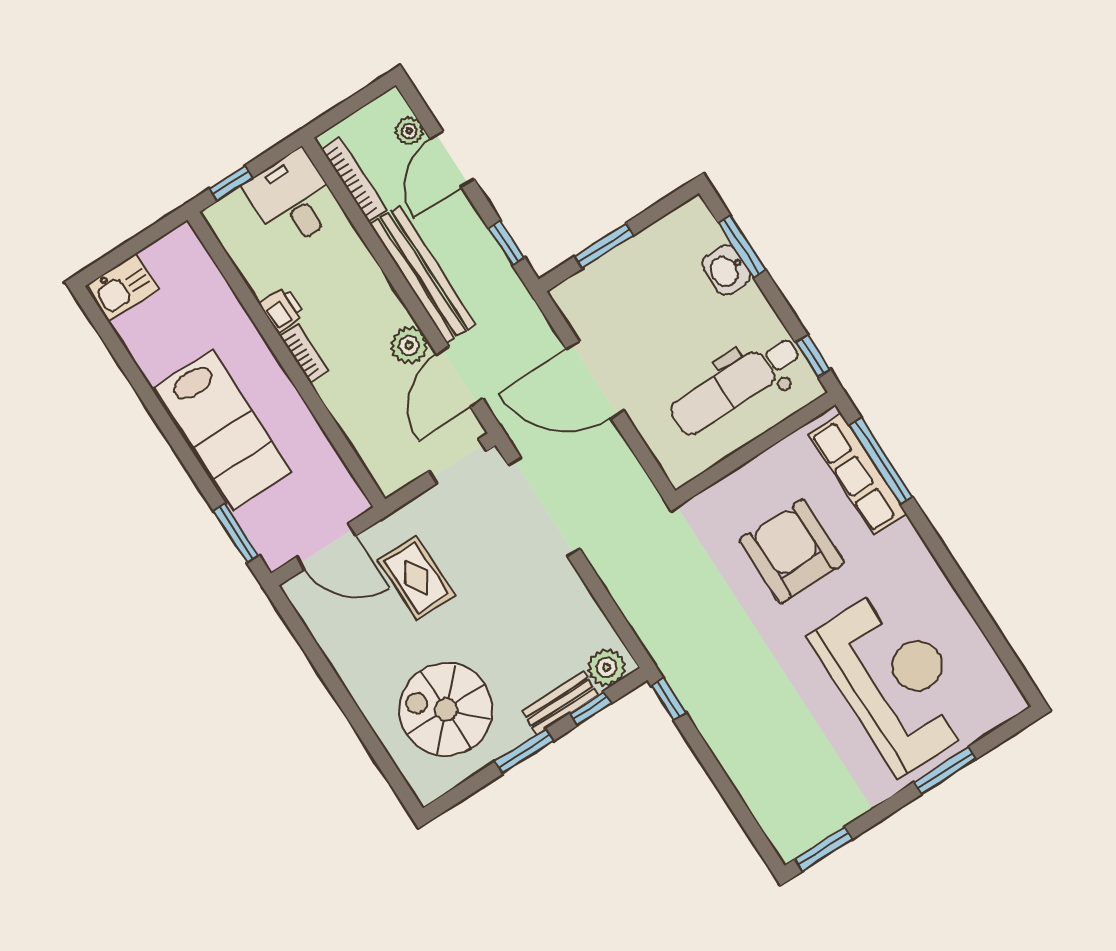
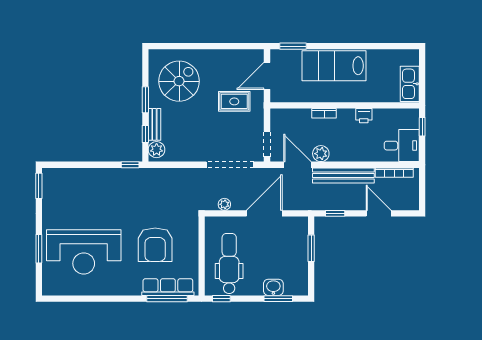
plant: (409, 131) -> (224, 204), moved
kitchen sink: (123, 287) -> (410, 84), moved, width x1.38
bookcase: (304, 354) -> (324, 113), moved
armchair: (792, 551) -> (155, 245), turned 90

